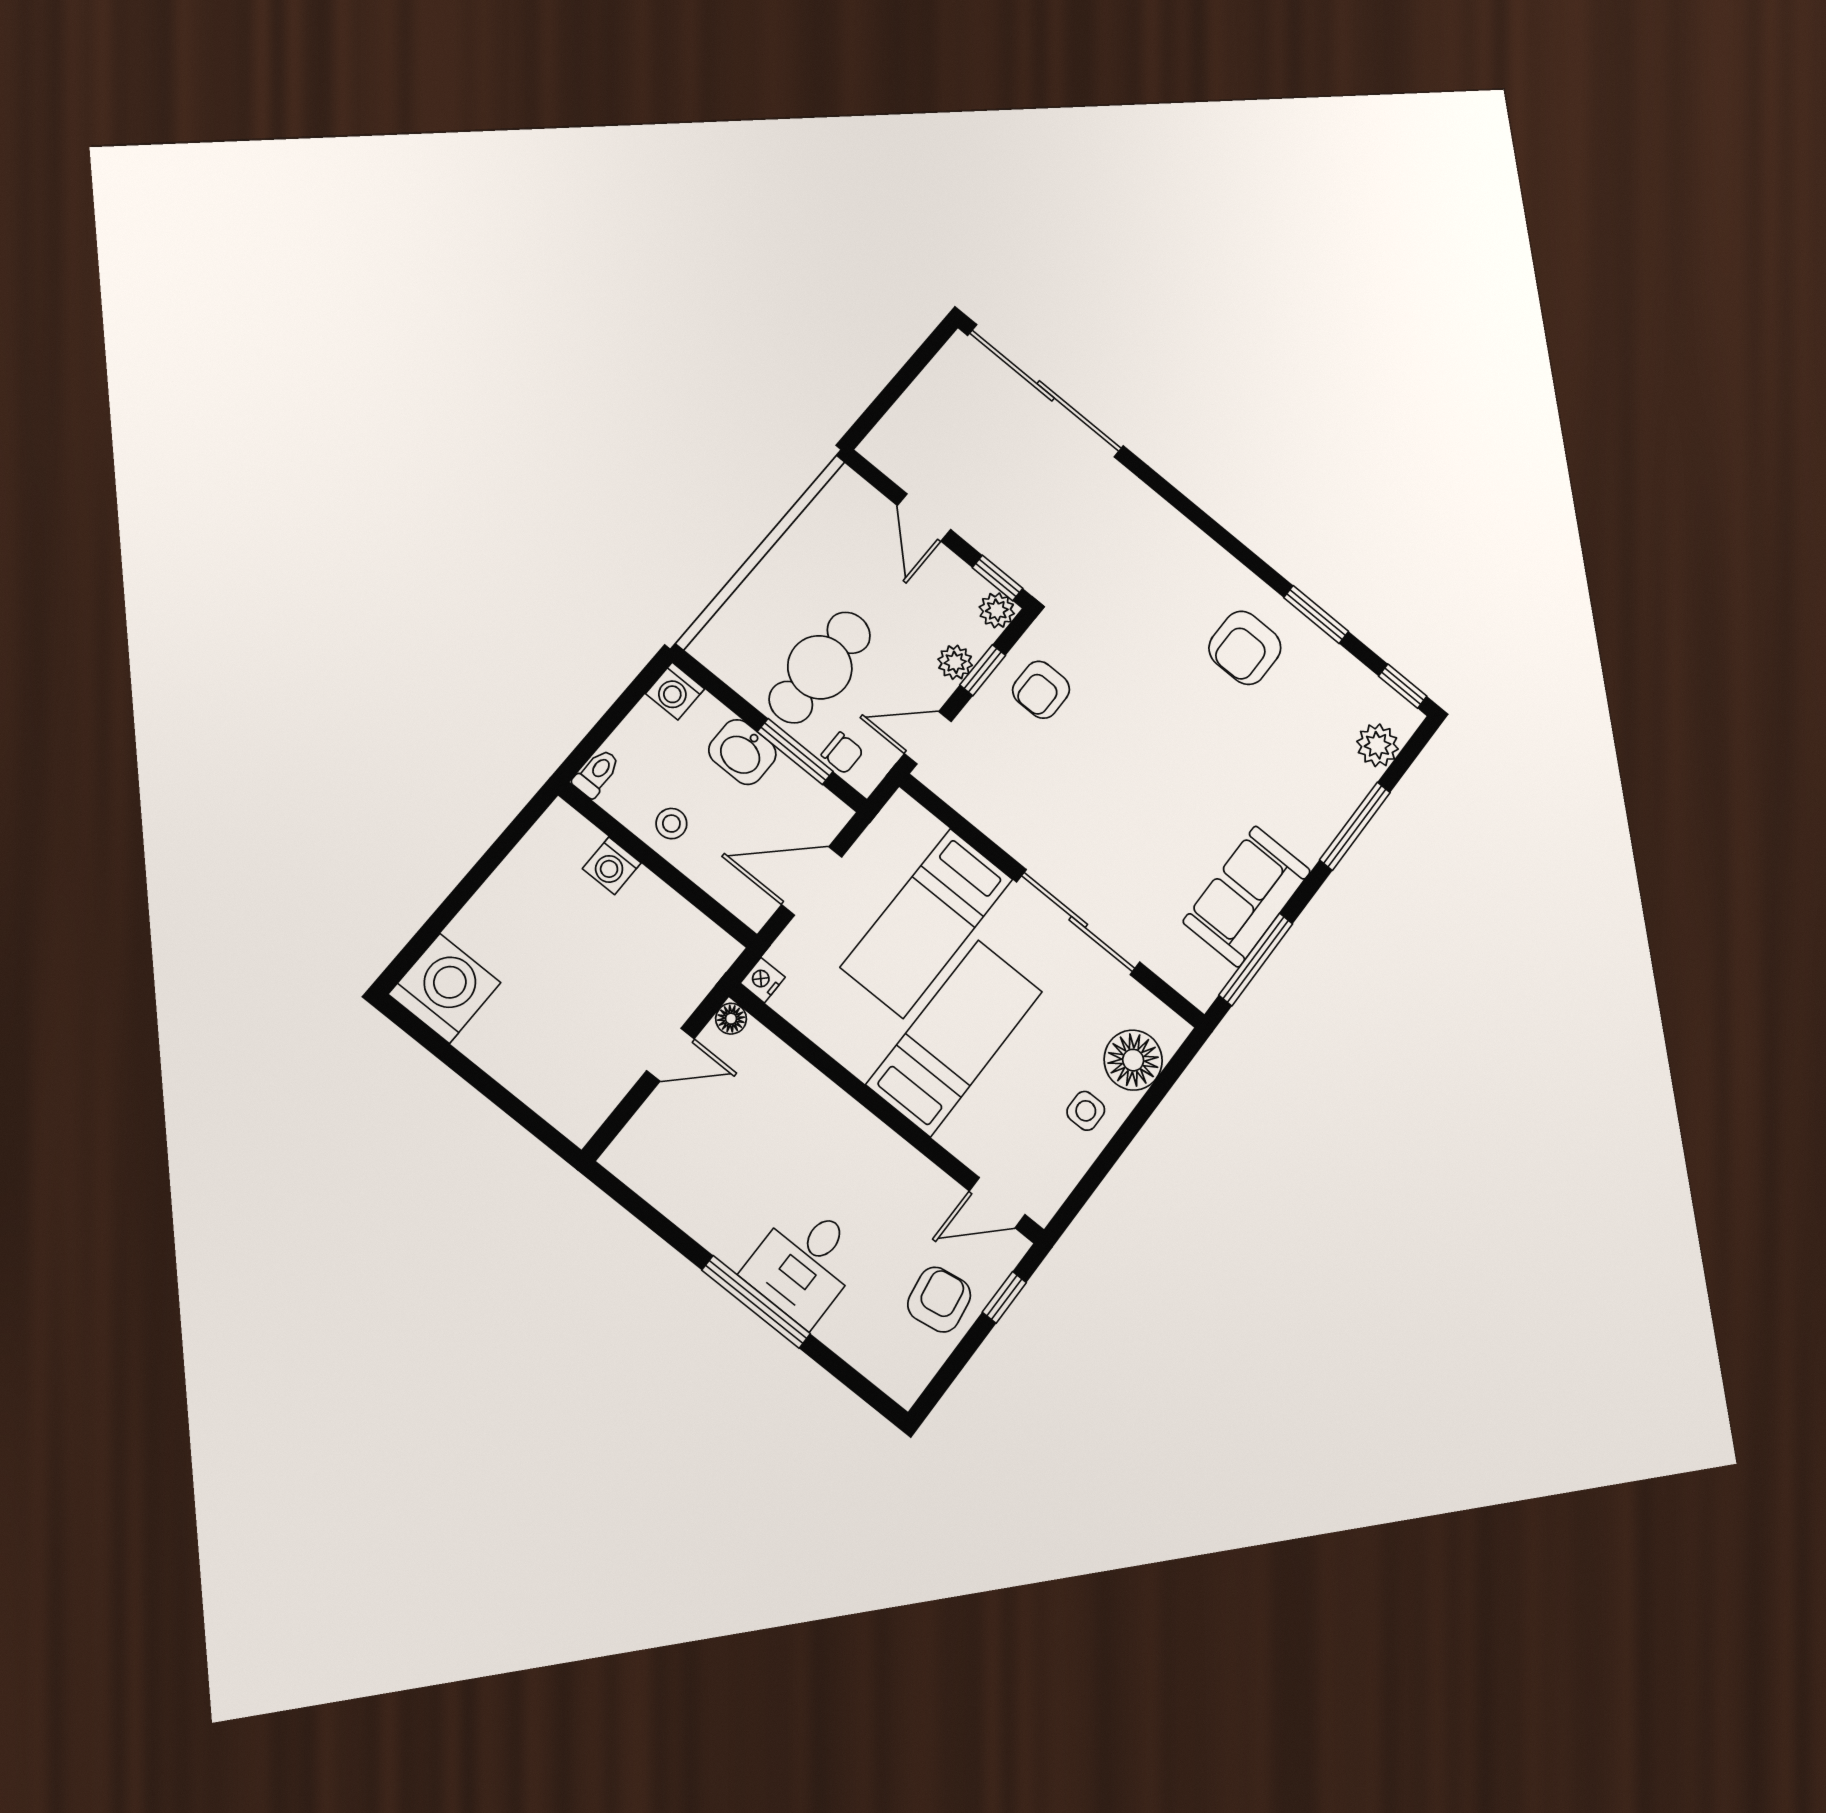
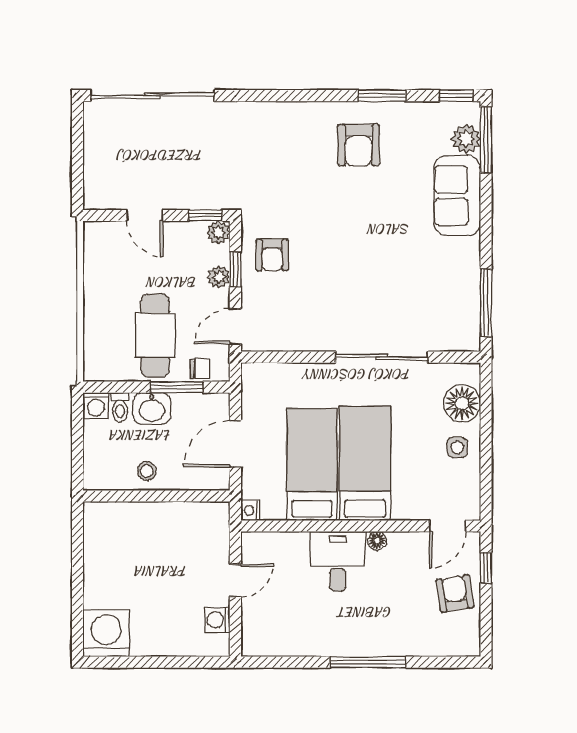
toilet: (597, 773) -> (120, 407), moved, turned 180
window: (1355, 826) -> (486, 140), moved
washing machine: (612, 866) -> (217, 620), moved, turned 90
sofa: (1247, 896) -> (457, 196), moved
bed: (927, 923) -> (312, 465), moved, turned 180
floor lamp: (731, 1019) -> (377, 541), moved
desk: (804, 1263) -> (338, 561), moved, turned 180

